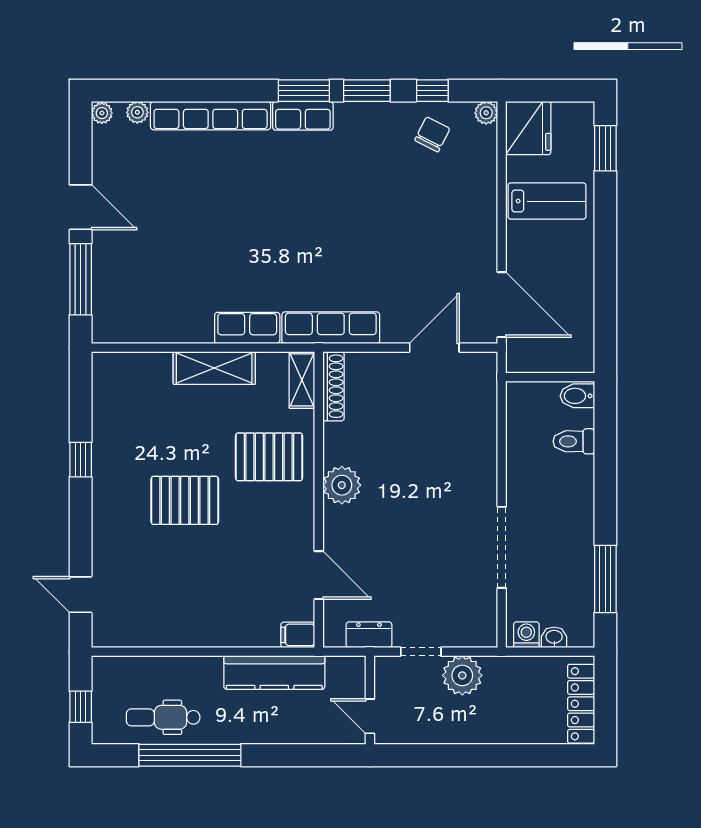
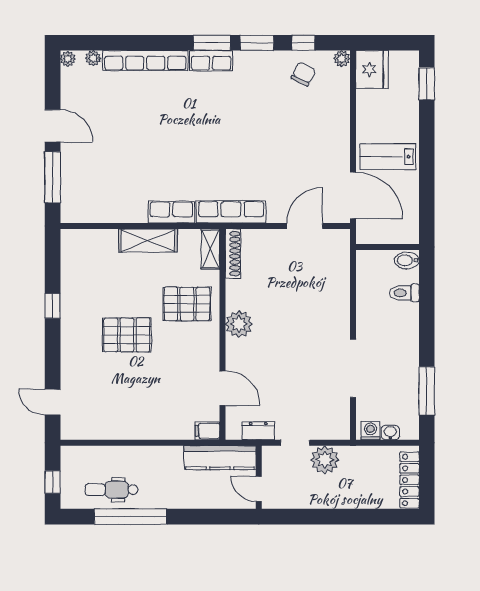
lab bench: (547, 201) -> (388, 157), moved, turned 180
kitchen counter: (274, 673) -> (220, 458), moved

